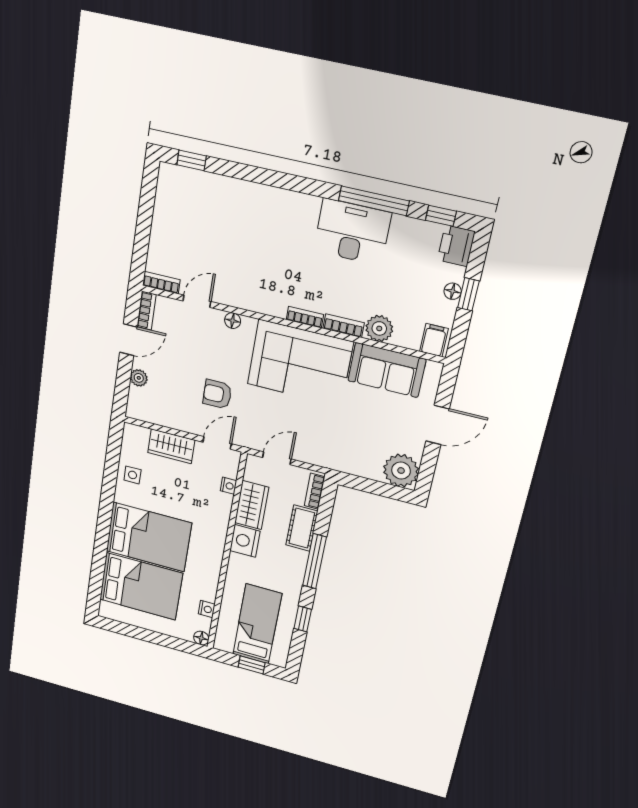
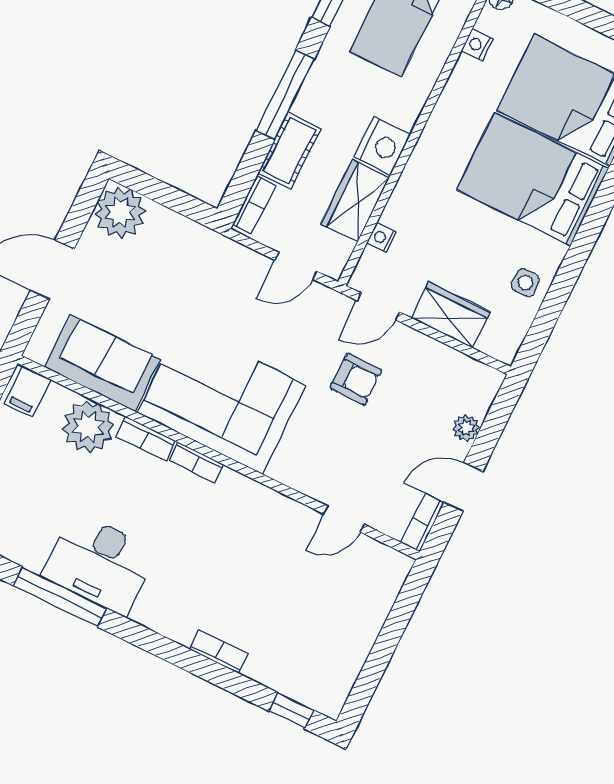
bookcase: (161, 283) -> (219, 652), moved, turned 180
floor lamp: (233, 321) -> (301, 480), removed
plant: (379, 328) -> (88, 427), width x1.36, depth x1.36

